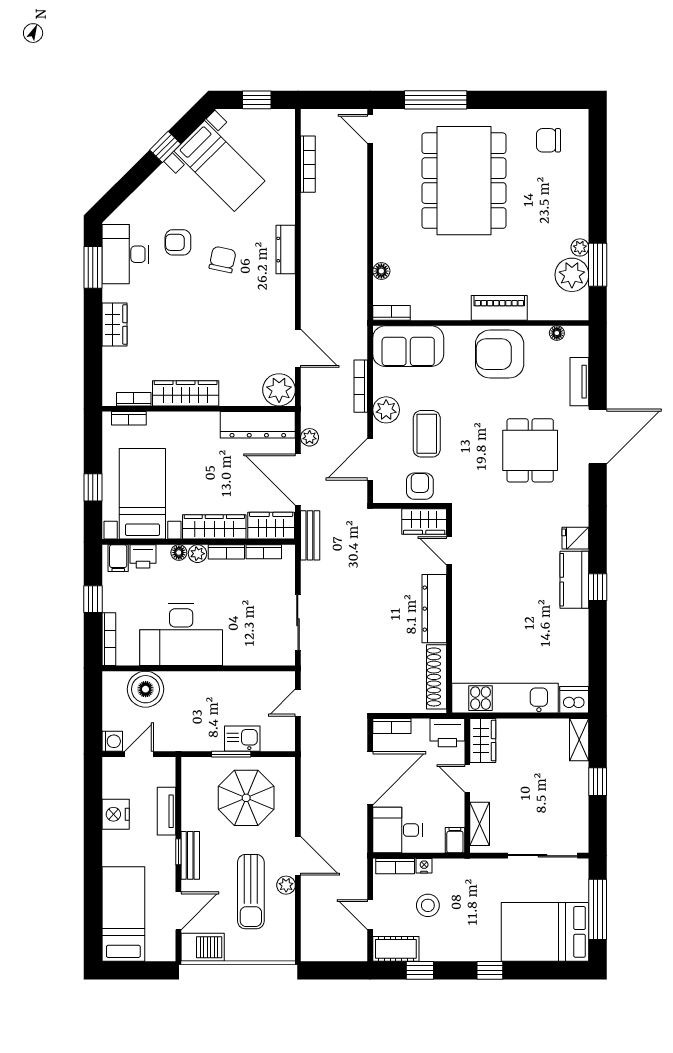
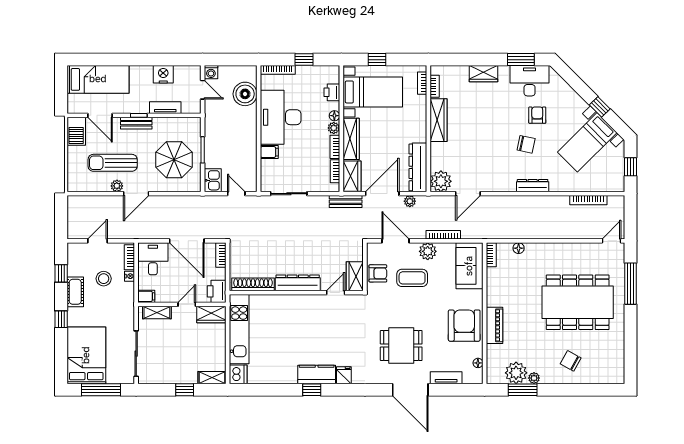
chair: (548, 140) -> (571, 361), moved, turned -61
filing cabinet: (118, 558) -> (269, 152), moved, turned 180
kitchen sink: (242, 739) -> (213, 180), moved
cot: (396, 949) -> (75, 292), moved

